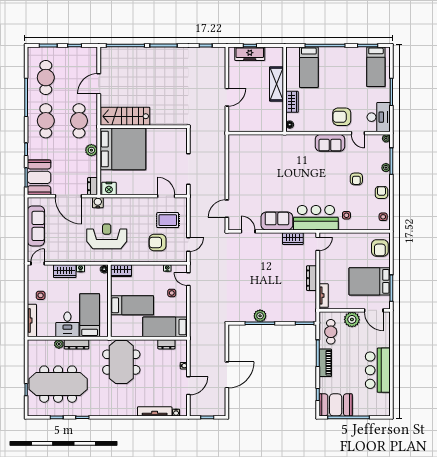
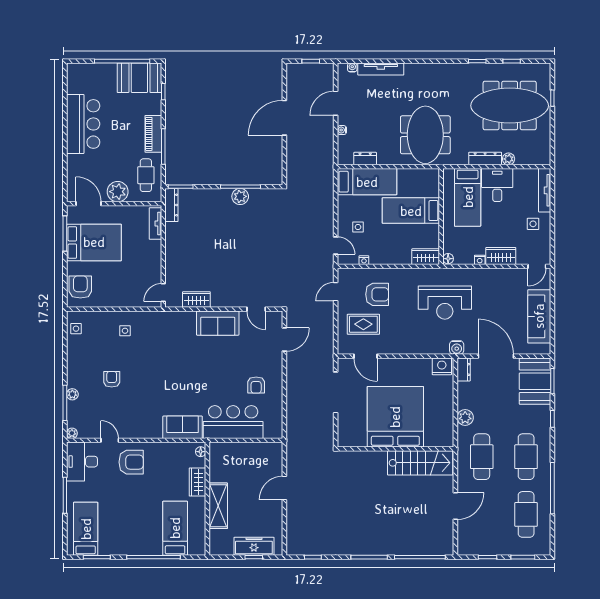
sofa: (330, 143) -> (183, 427), moved
bed: (123, 149) -> (395, 417), moved, turned 90
armchair: (381, 192) -> (256, 385), moved
bar counter: (316, 218) -> (233, 422), moved, turned 180
dresser: (312, 278) -> (171, 205), moved

